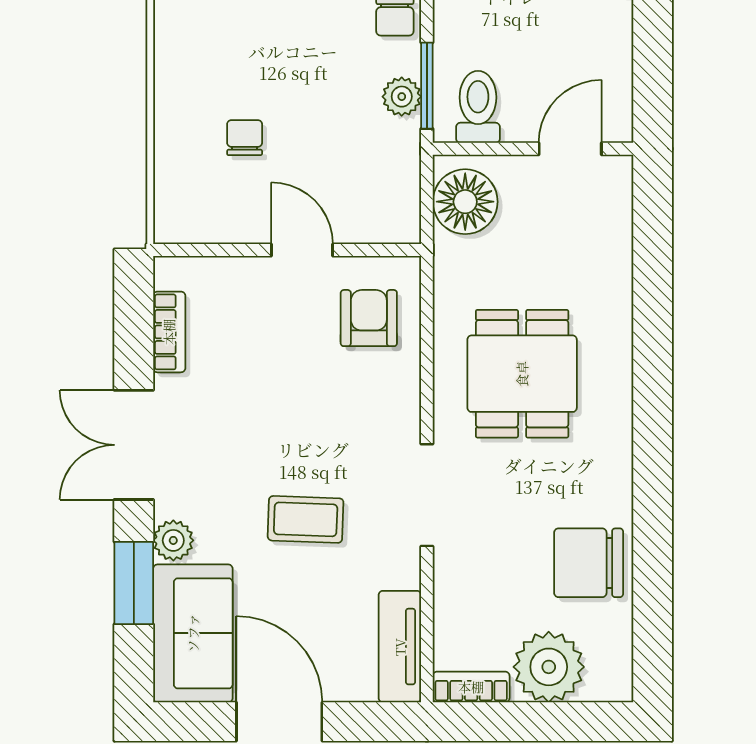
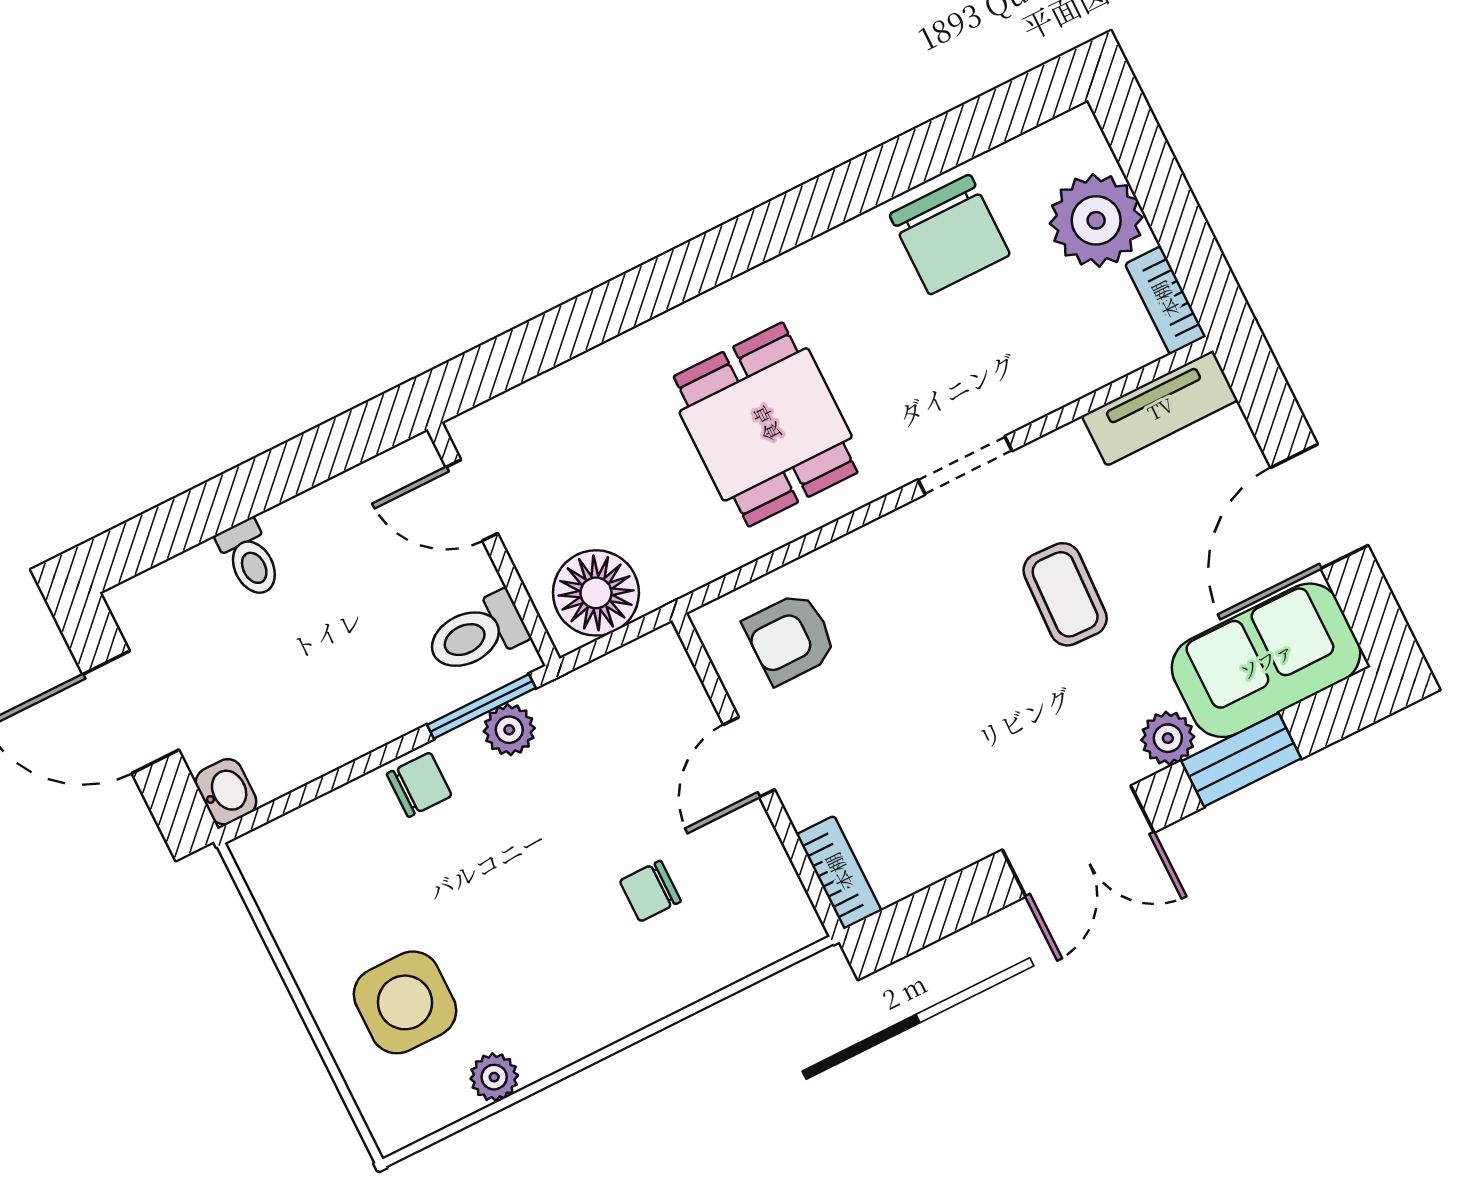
bookcase: (169, 332) -> (839, 872), moved, turned 90
dining table: (522, 374) -> (766, 424), turned 90
doorway: (427, 495) -> (965, 465), width x0.73

